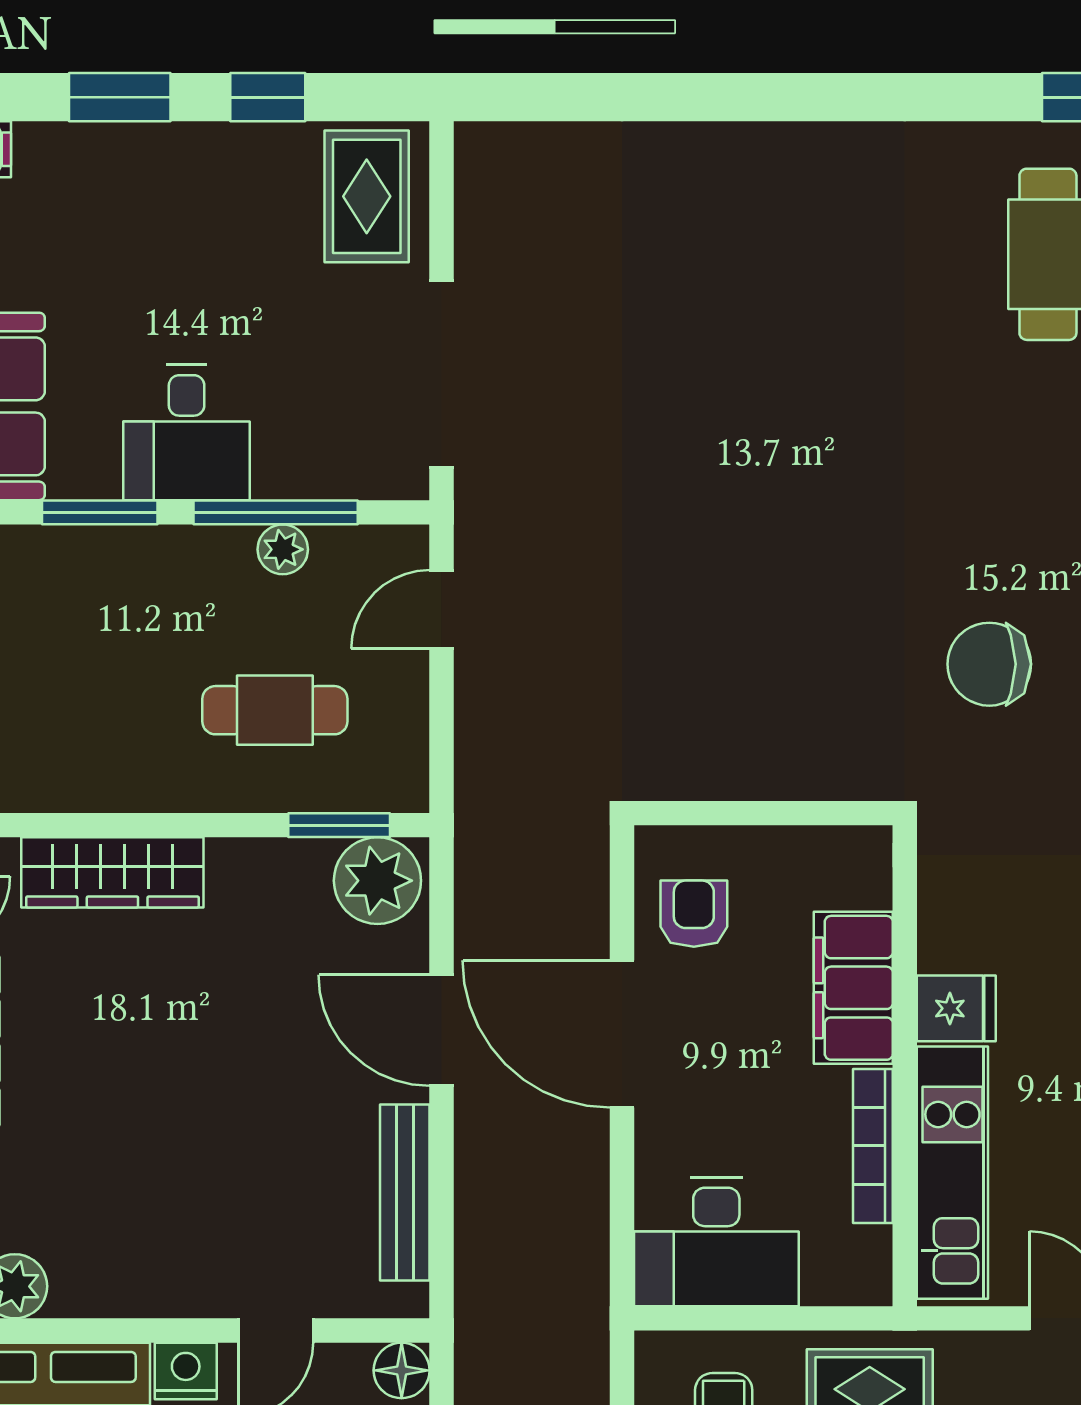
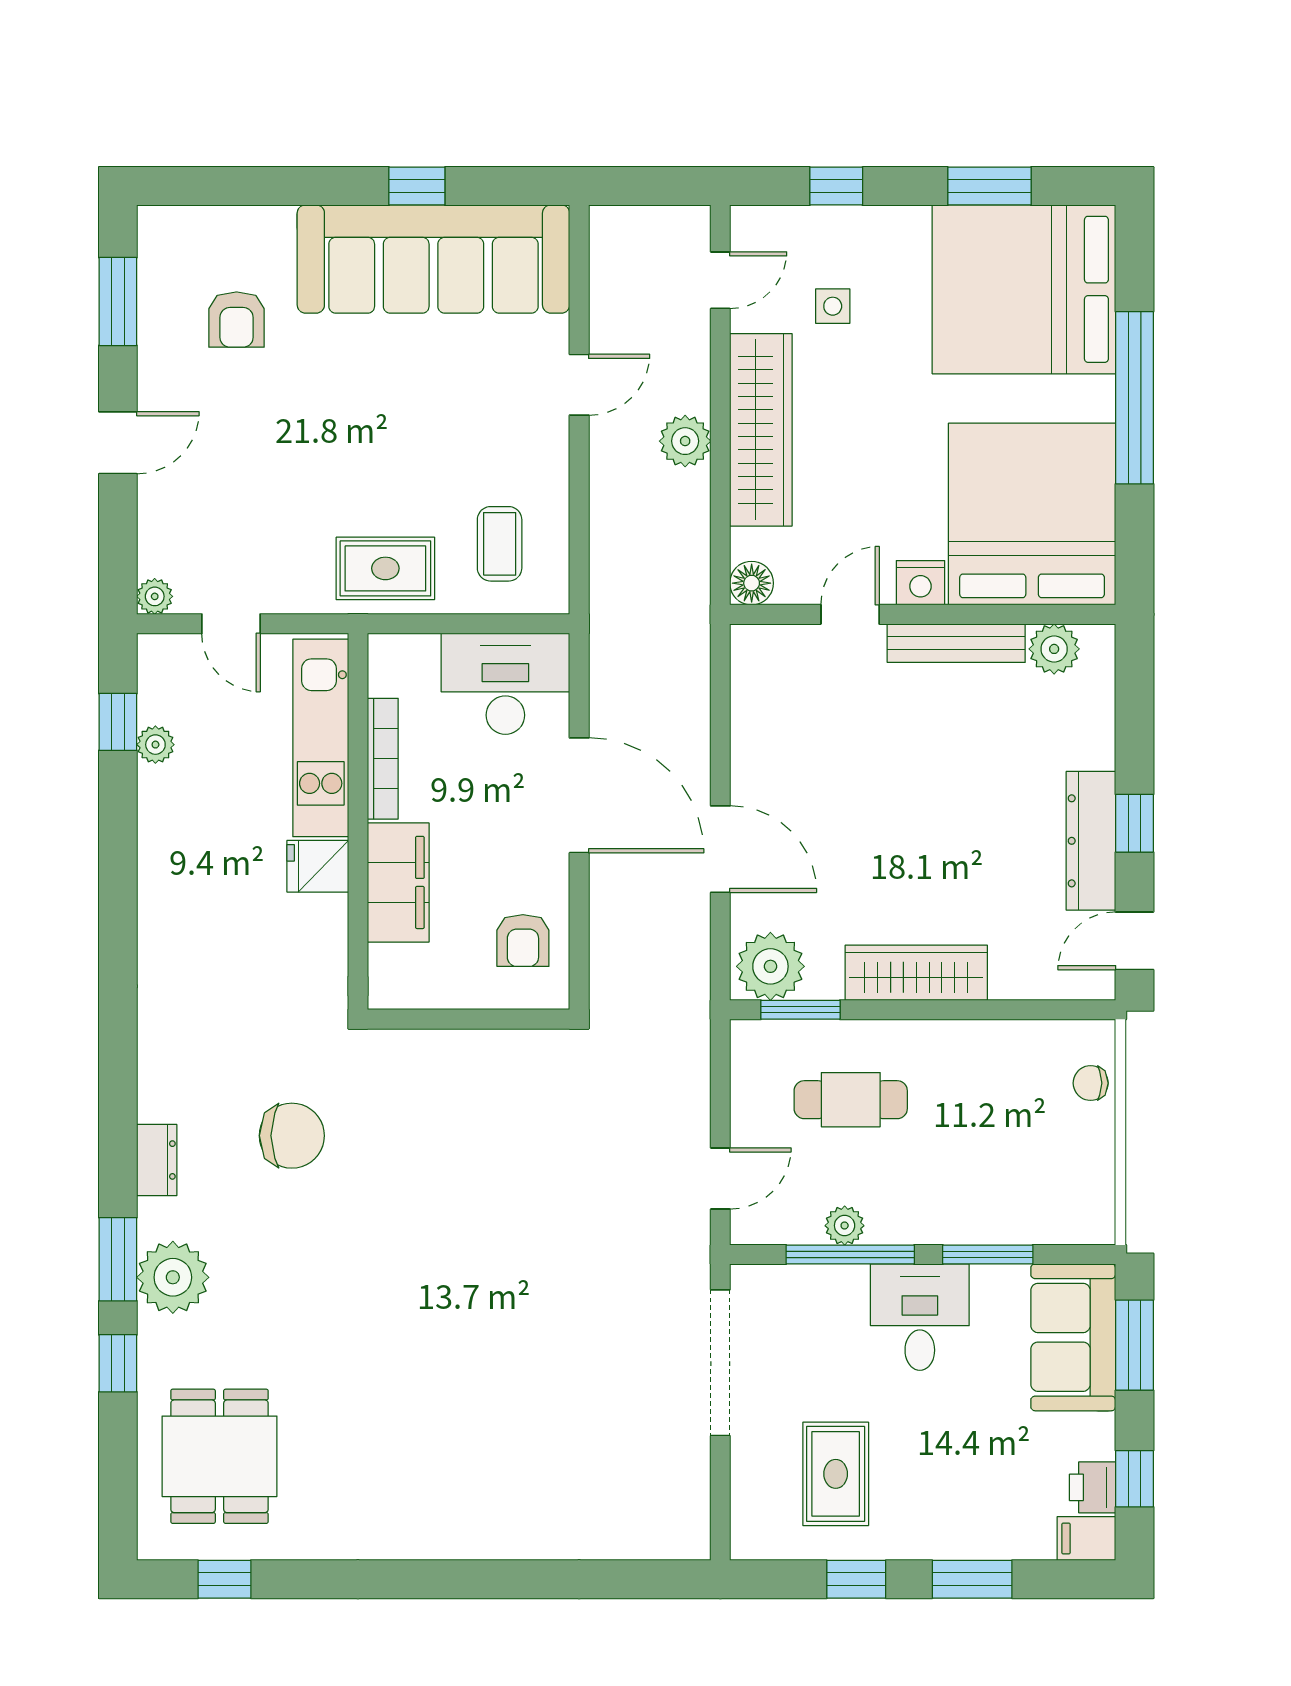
rug: (367, 196) -> (836, 1474), moved
wardrobe: (112, 872) -> (916, 973), moved
door: (622, 1034) -> (579, 795), moved
bench: (405, 1193) -> (956, 643), moved, turned 90

